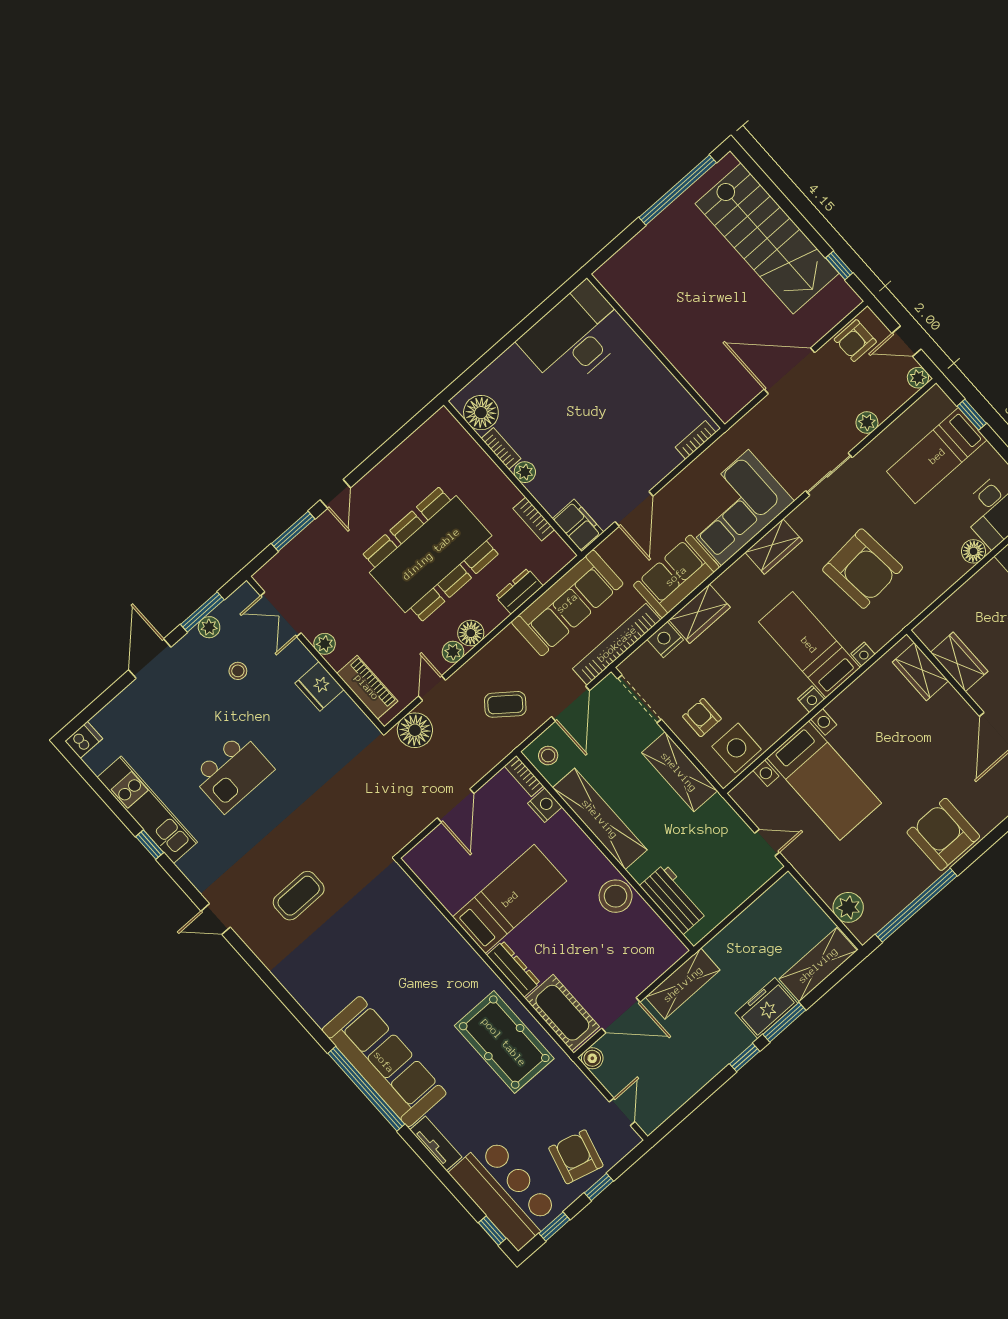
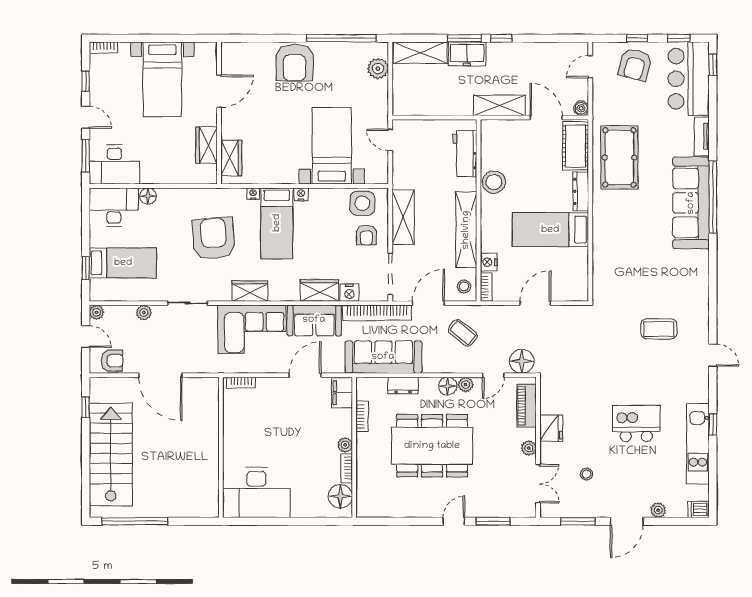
plant: (209, 627) -> (658, 510), moved

